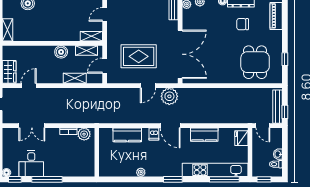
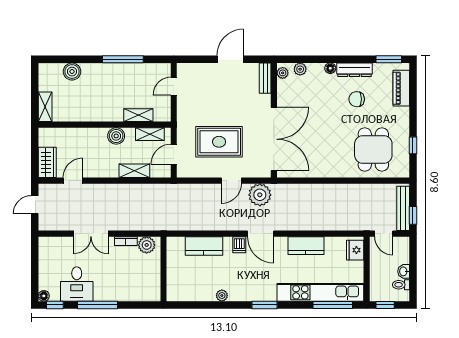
shelving: (91, 36) -> (138, 115), moved
double door: (32, 126) -> (91, 234), moved

